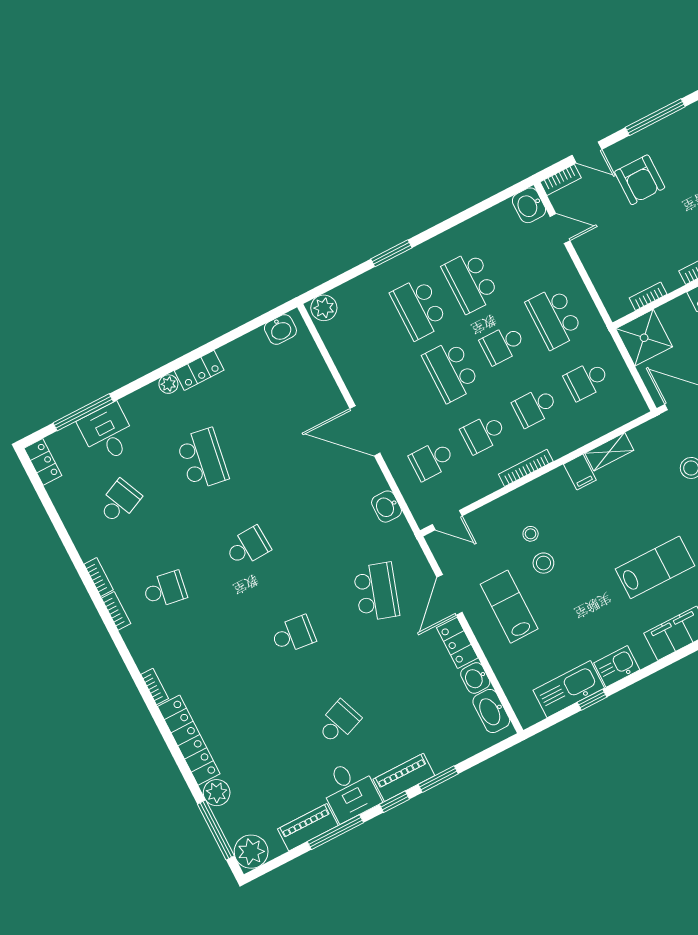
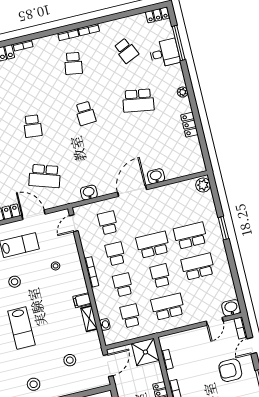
washbasin: (280, 329) -> (156, 176), moved, turned 90
locker: (199, 370) -> (189, 125), moved
washbasin: (613, 421) -> (105, 324), added
stool: (543, 563) -> (15, 282), moved

